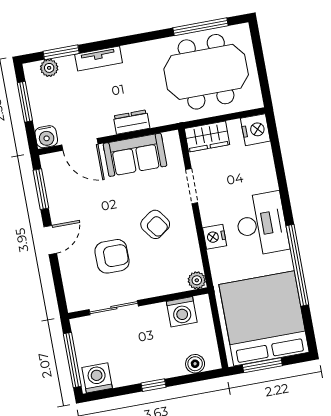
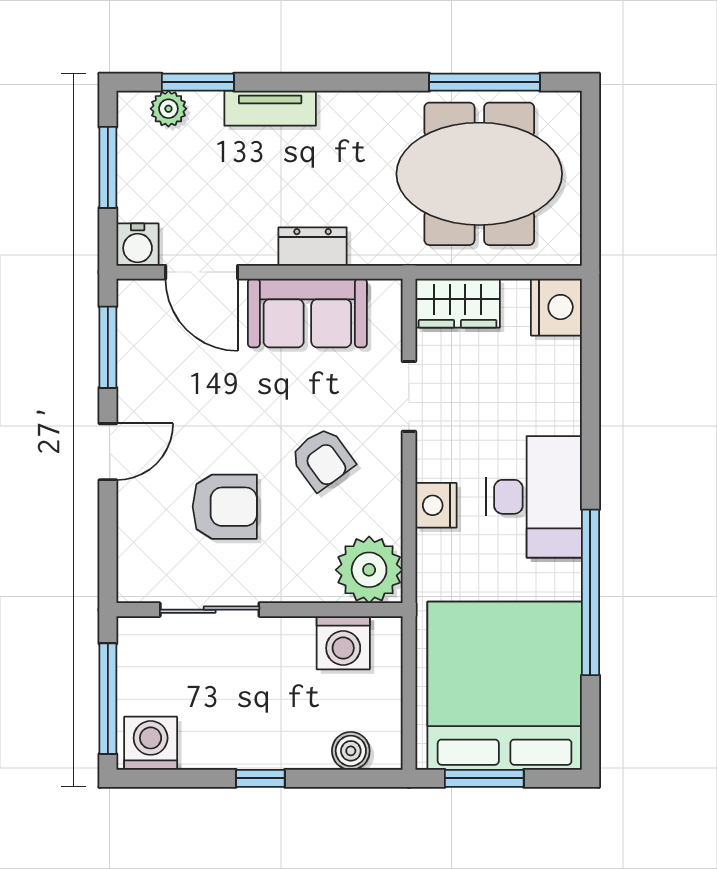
plant: (197, 280) -> (369, 570), width x1.87, depth x1.87

